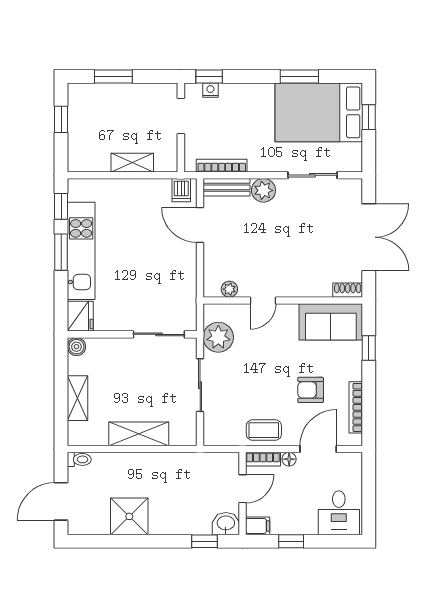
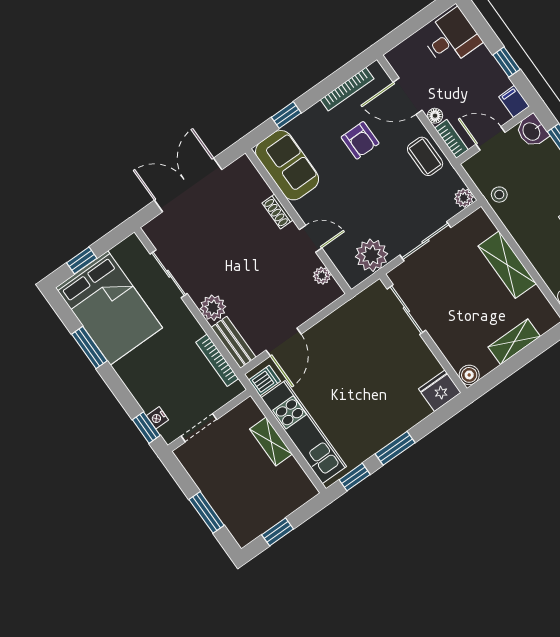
kitchen unit: (81, 251) -> (304, 432), moved, turned 90
shoe rack: (348, 290) -> (278, 212), moved
plant: (212, 437) -> (464, 198), added
stool: (196, 465) -> (499, 195), added

